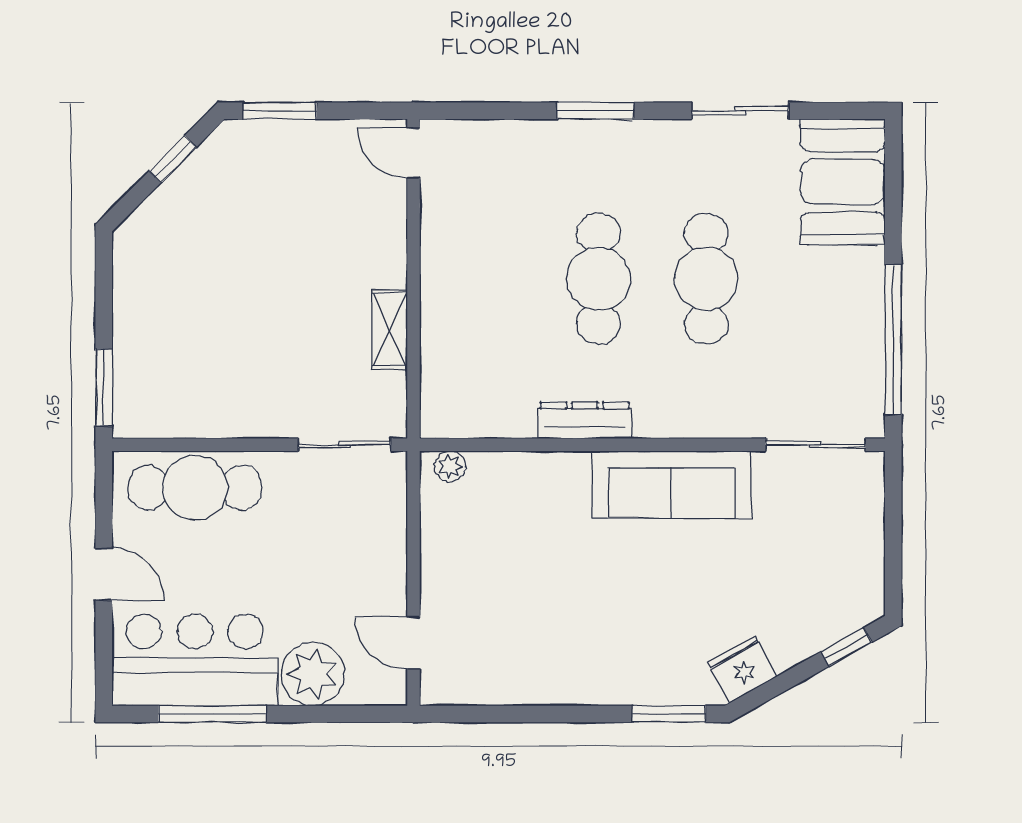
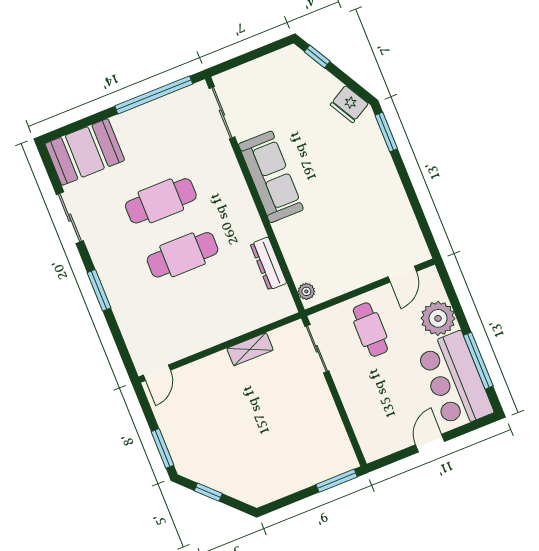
dresser: (585, 420) -> (268, 264), moved
cafe table: (195, 488) -> (370, 330), moved, width x0.73, depth x0.74

